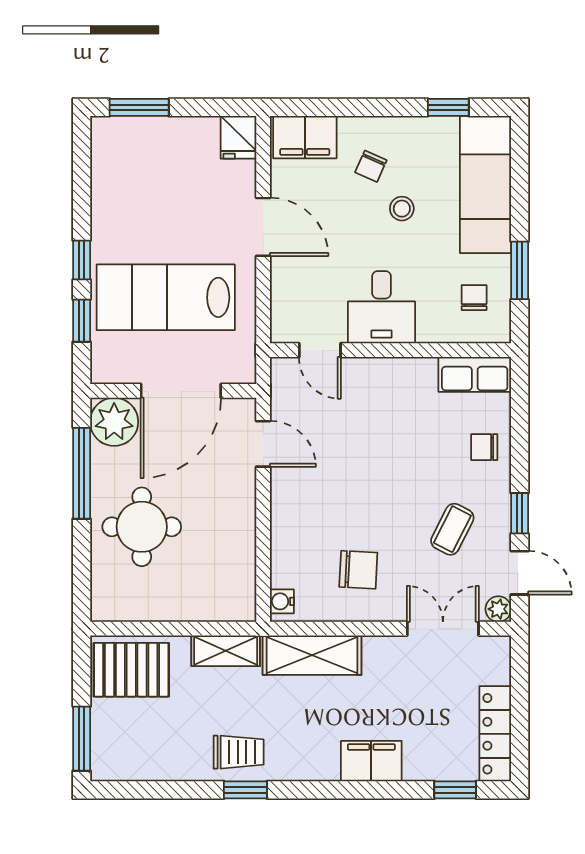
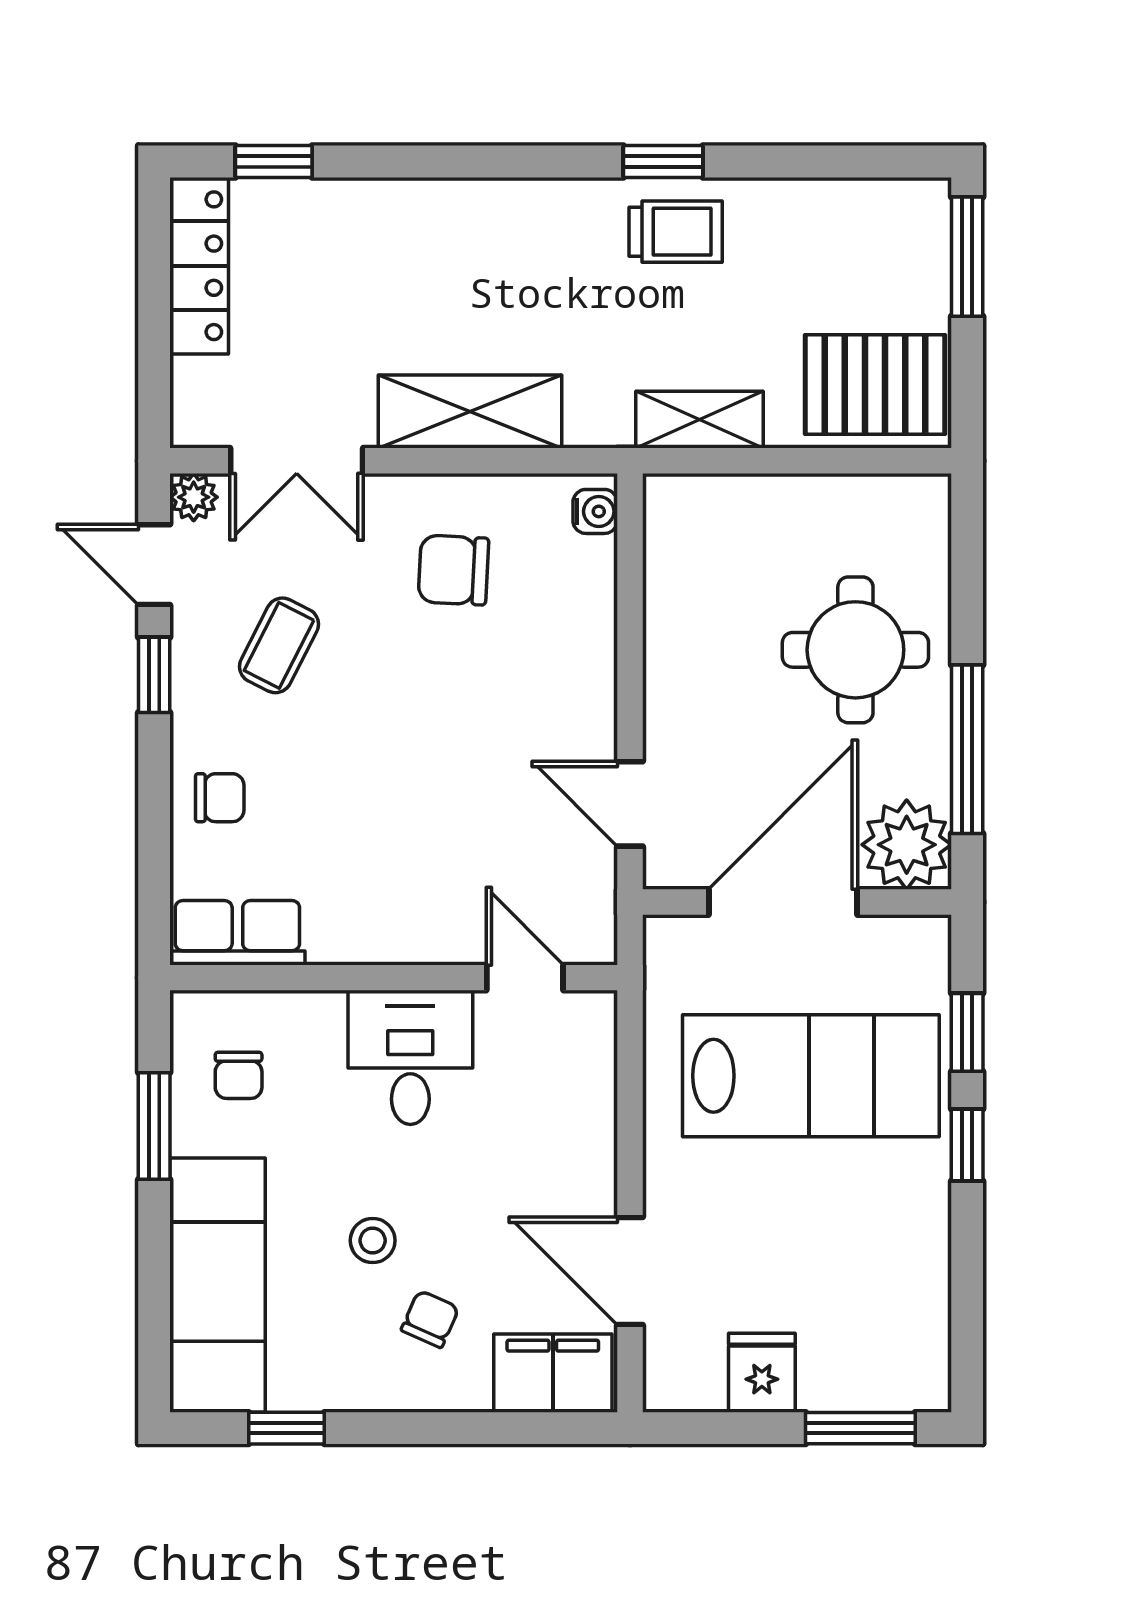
fridge: (238, 137) -> (762, 1373), moved
door: (263, 227) -> (630, 1271), moved
shelving: (312, 655) -> (470, 412), moved
trolley: (239, 752) -> (676, 232), turned 180
filing cabinet: (371, 761) -> (429, 215), removed

